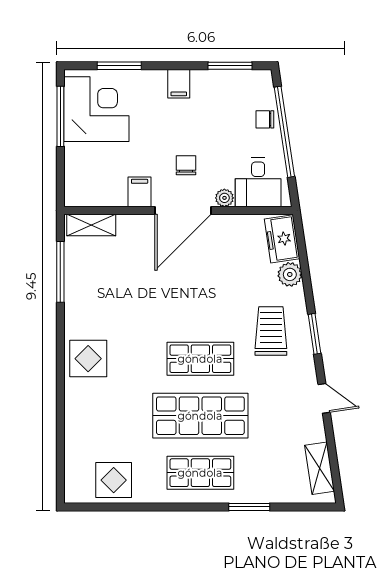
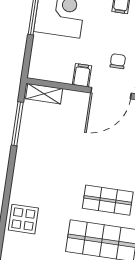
display table: (88, 359) -> (23, 219), moved

